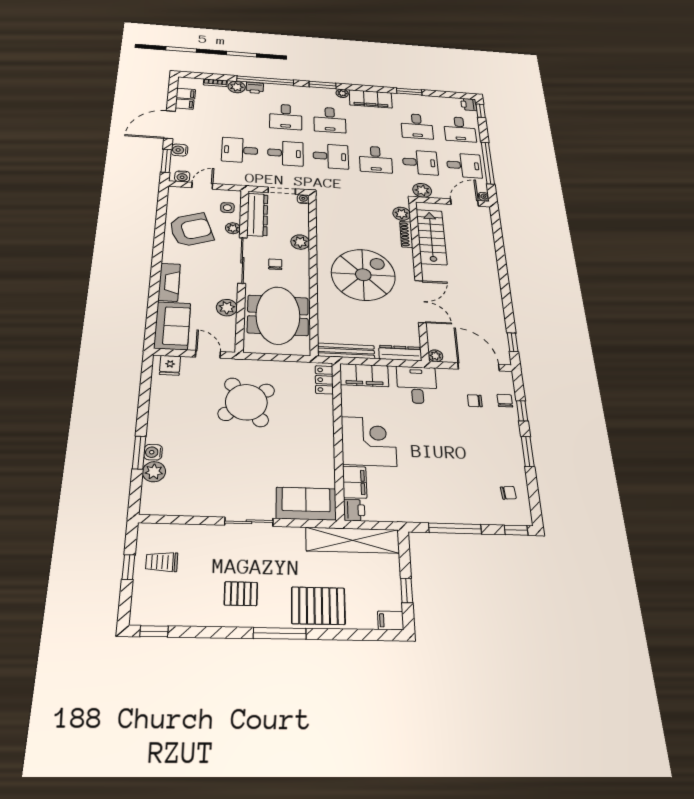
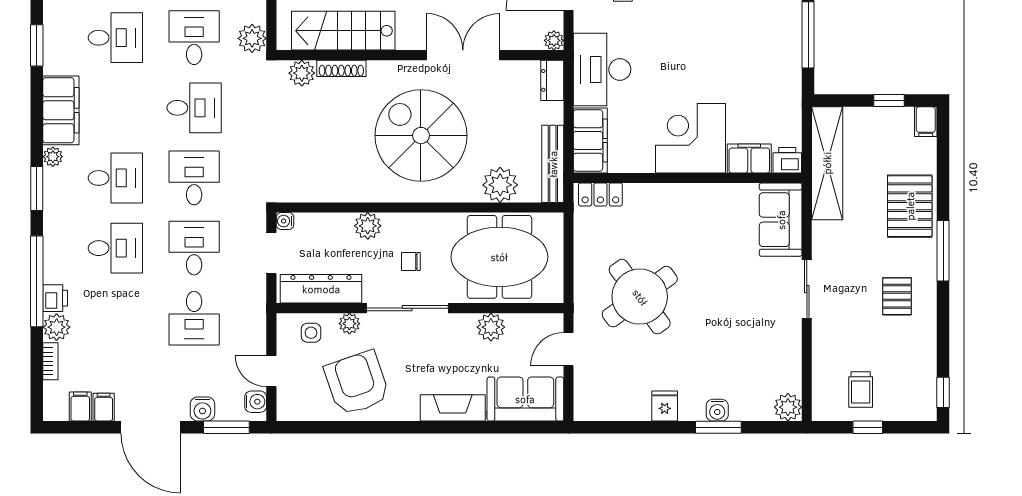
plant: (330, 318) -> (500, 185), added
dresser: (400, 353) -> (552, 80), width x0.70
fridge: (170, 365) -> (665, 406), moved, turned -90
desk: (417, 385) -> (602, 69), width x1.37
plant: (154, 472) -> (788, 407), moved

